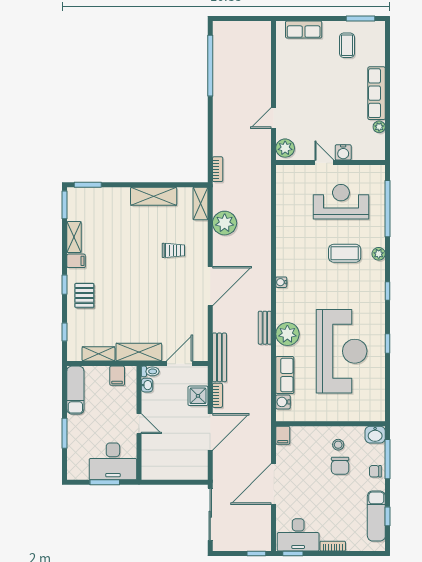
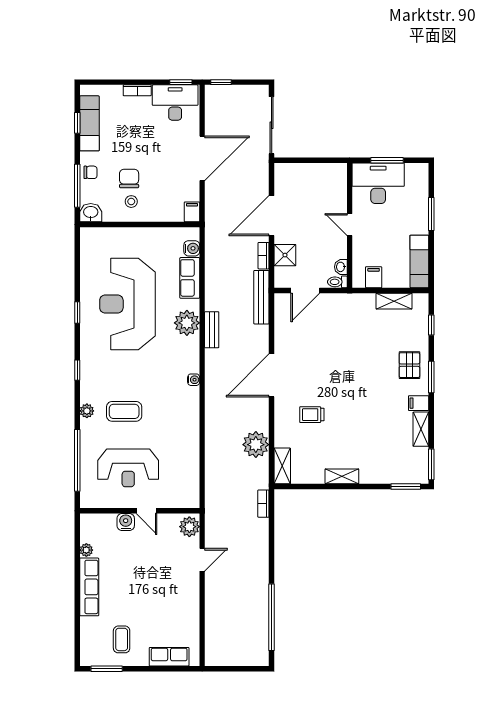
shelving: (154, 196) -> (342, 476), width x0.67, depth x0.75
window: (65, 285) -> (431, 377), width x1.50
shelving: (139, 352) -> (350, 303), removed

